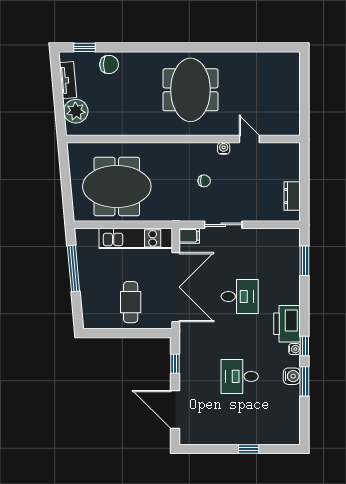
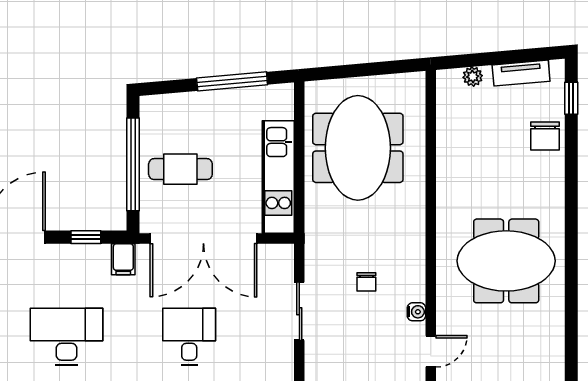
plant: (76, 111) -> (473, 77), width x0.53, depth x0.53
filing cabinet: (189, 236) -> (123, 259), moved
desk: (240, 296) -> (189, 336), turned 180
window: (128, 333) -> (133, 164), added
desk: (240, 376) -> (66, 336), width x1.37

